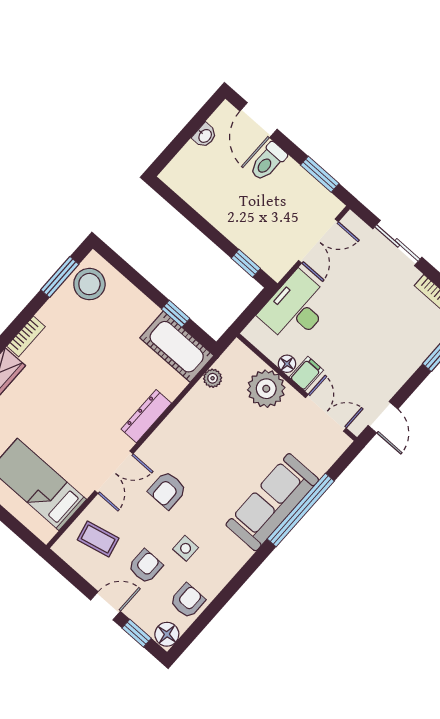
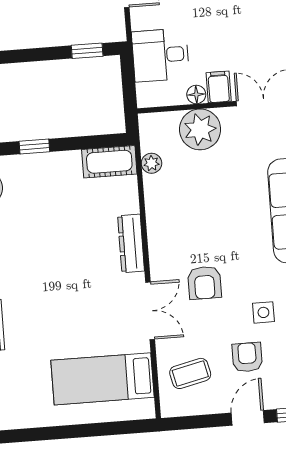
desk: (296, 308) -> (160, 55), width x0.73
window: (176, 314) -> (34, 146), moved
cot: (177, 347) -> (109, 162), width x0.73, depth x0.75

